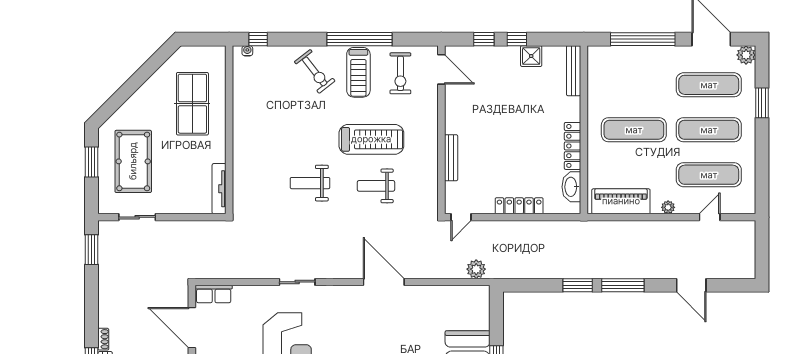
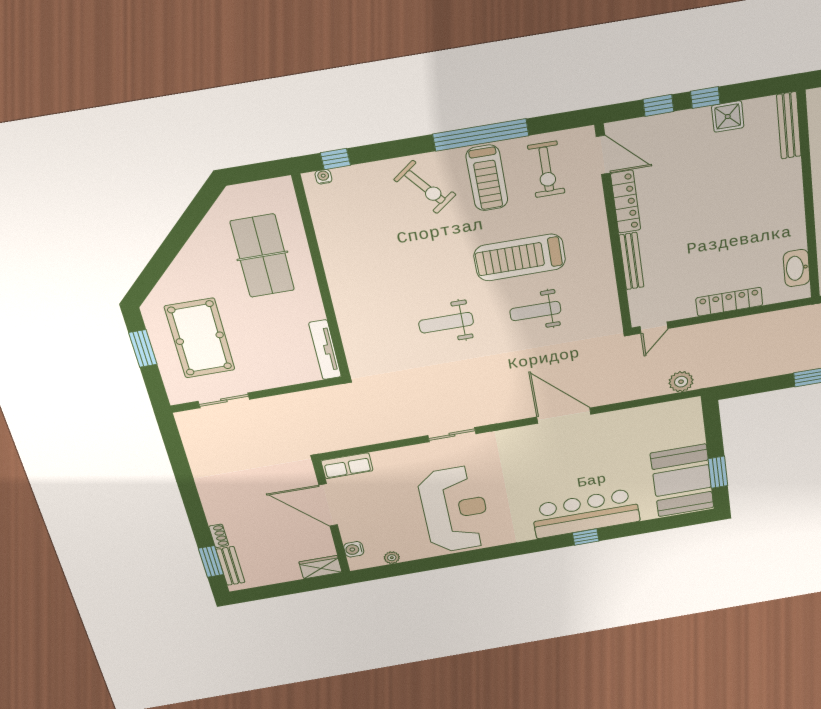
treadmill: (371, 139) -> (520, 257), turned 180
locker: (573, 146) -> (626, 202), moved, turned 180
window: (91, 250) -> (174, 446), removed

